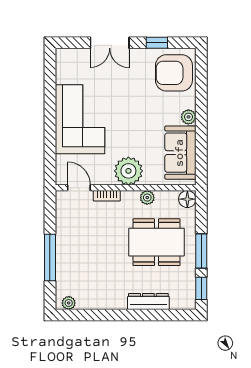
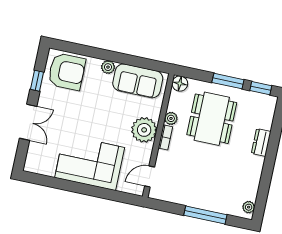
armchair: (174, 73) -> (67, 72), turned -90
bookcase: (107, 196) -> (165, 137), moved
dresser: (148, 302) -> (261, 142), width x0.70

